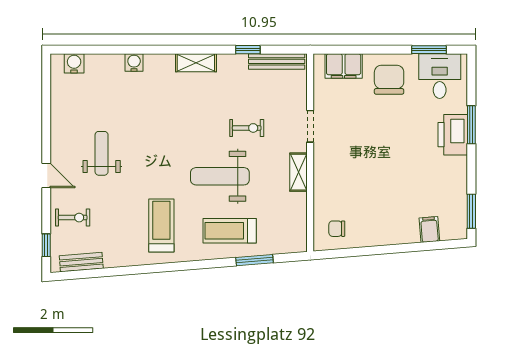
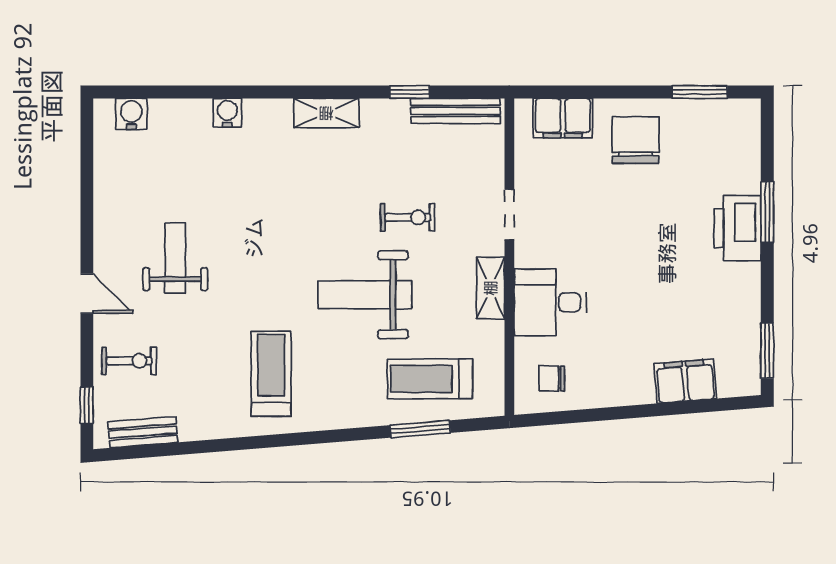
desk: (440, 76) -> (550, 302), moved, turned -90
filing cabinet: (429, 230) -> (685, 381), width x2.00
treadmill: (230, 231) -> (430, 379), moved

